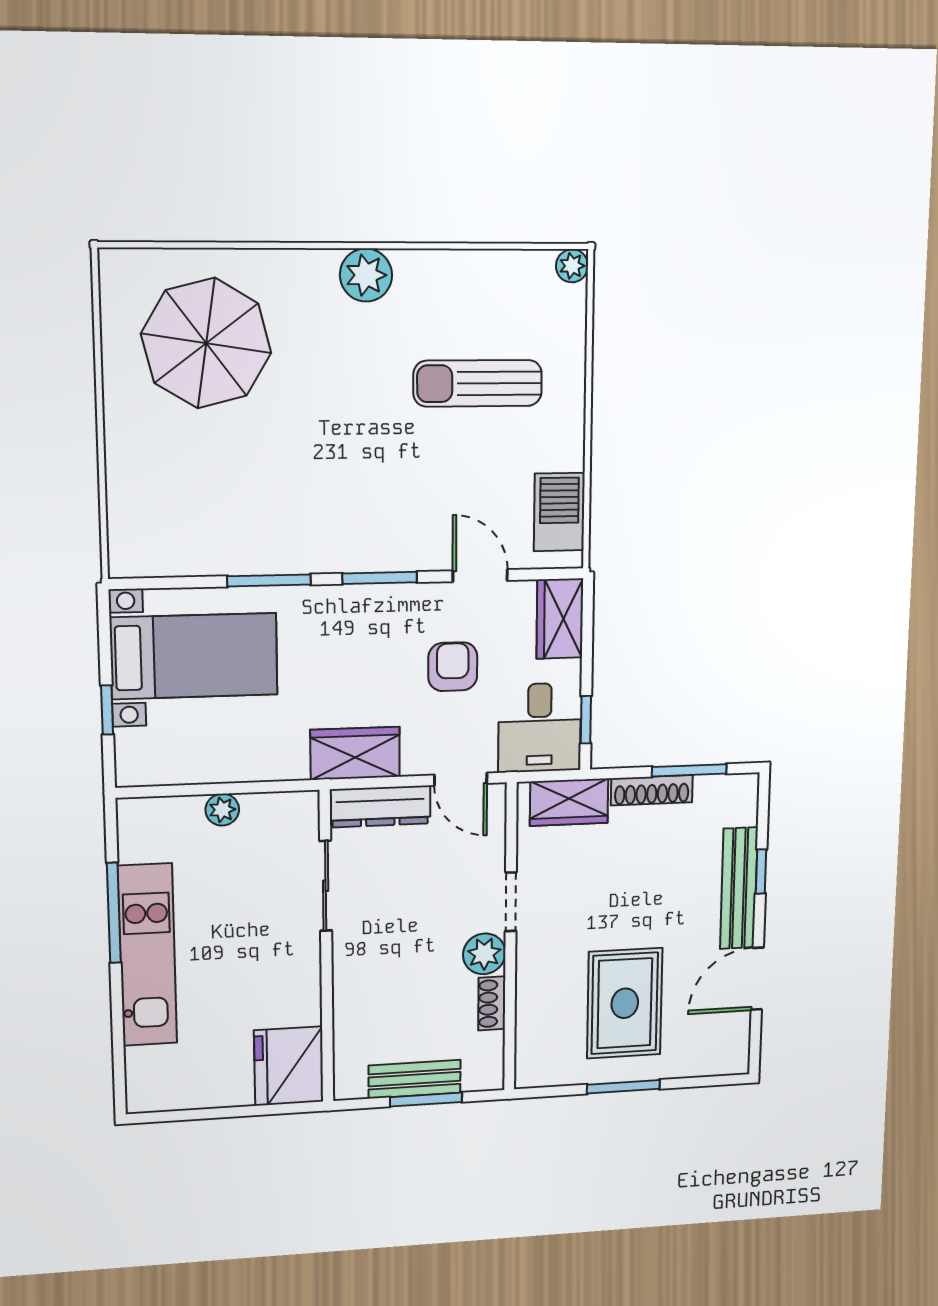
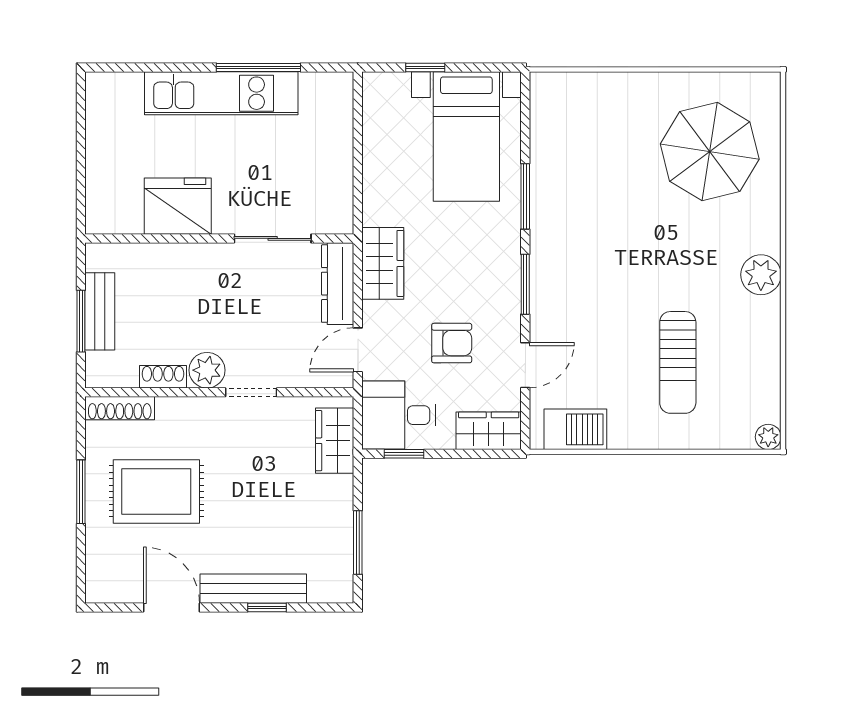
sun lounger: (478, 383) -> (678, 362), turned 180
shoe rack: (652, 790) -> (120, 408), moved, turned -90
plant: (222, 810) -> (340, 156), removed
fridge: (289, 1066) -> (178, 206), moved

